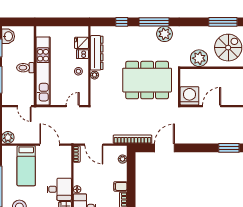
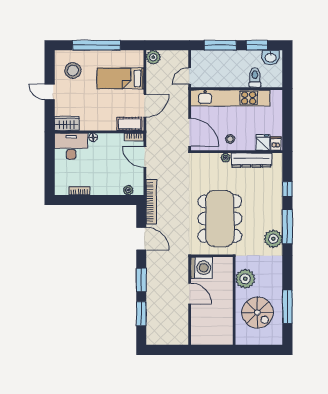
dishwasher: (82, 54) -> (276, 144), moved
toilet: (25, 68) -> (255, 77), moved
door: (73, 106) -> (190, 132), width x1.87
door: (94, 145) -> (145, 157), hinge flipped
window: (200, 148) -> (141, 280), added
cot: (65, 158) -> (129, 124), added
filing cabinet: (120, 186) -> (96, 188), removed
desk: (59, 189) -> (93, 117), removed

